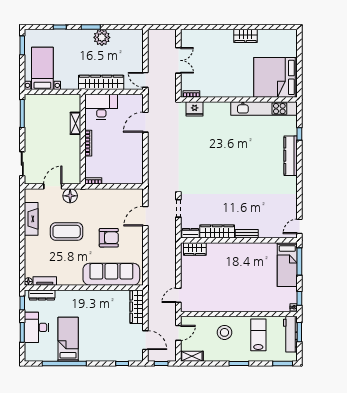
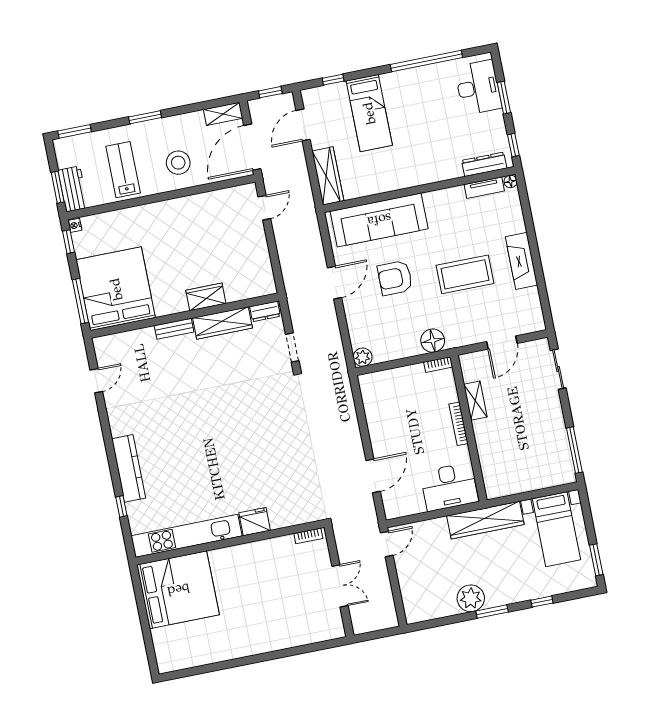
wardrobe: (245, 36) -> (240, 647), removed
double door: (178, 60) -> (340, 586), swing flipped
door: (145, 80) -> (387, 544), hinge flipped
wardrobe: (101, 82) -> (485, 520), moved
fridge: (195, 109) -> (255, 522), moved
shelving: (75, 123) -> (475, 401), moved
plant: (138, 194) -> (363, 357), added
floor lamp: (70, 196) -> (433, 341), moved
door: (145, 216) -> (335, 283), moved
fireplace: (31, 219) -> (521, 261), moved
door: (299, 226) -> (96, 381), moved
wardrobe: (195, 249) -> (206, 297), moved
bed: (287, 265) -> (116, 289), width x2.04
desk: (36, 327) -> (478, 87), moved
door: (178, 333) -> (252, 147), width x1.88
workbench: (290, 334) -> (73, 189), width x0.73
lab bench: (258, 335) -> (123, 170), turned 180
bed: (68, 339) -> (369, 113), moved
door: (145, 340) -> (303, 125), hinge flipped

